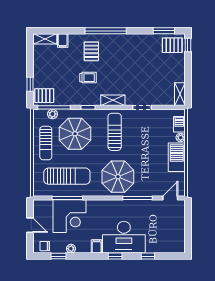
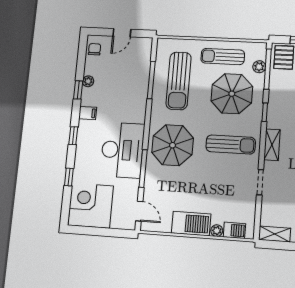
corner desk: (69, 216) -> (91, 206), moved, turned 90
desk: (124, 237) -> (122, 150), moved, turned 180
window: (59, 256) -> (78, 90), moved

